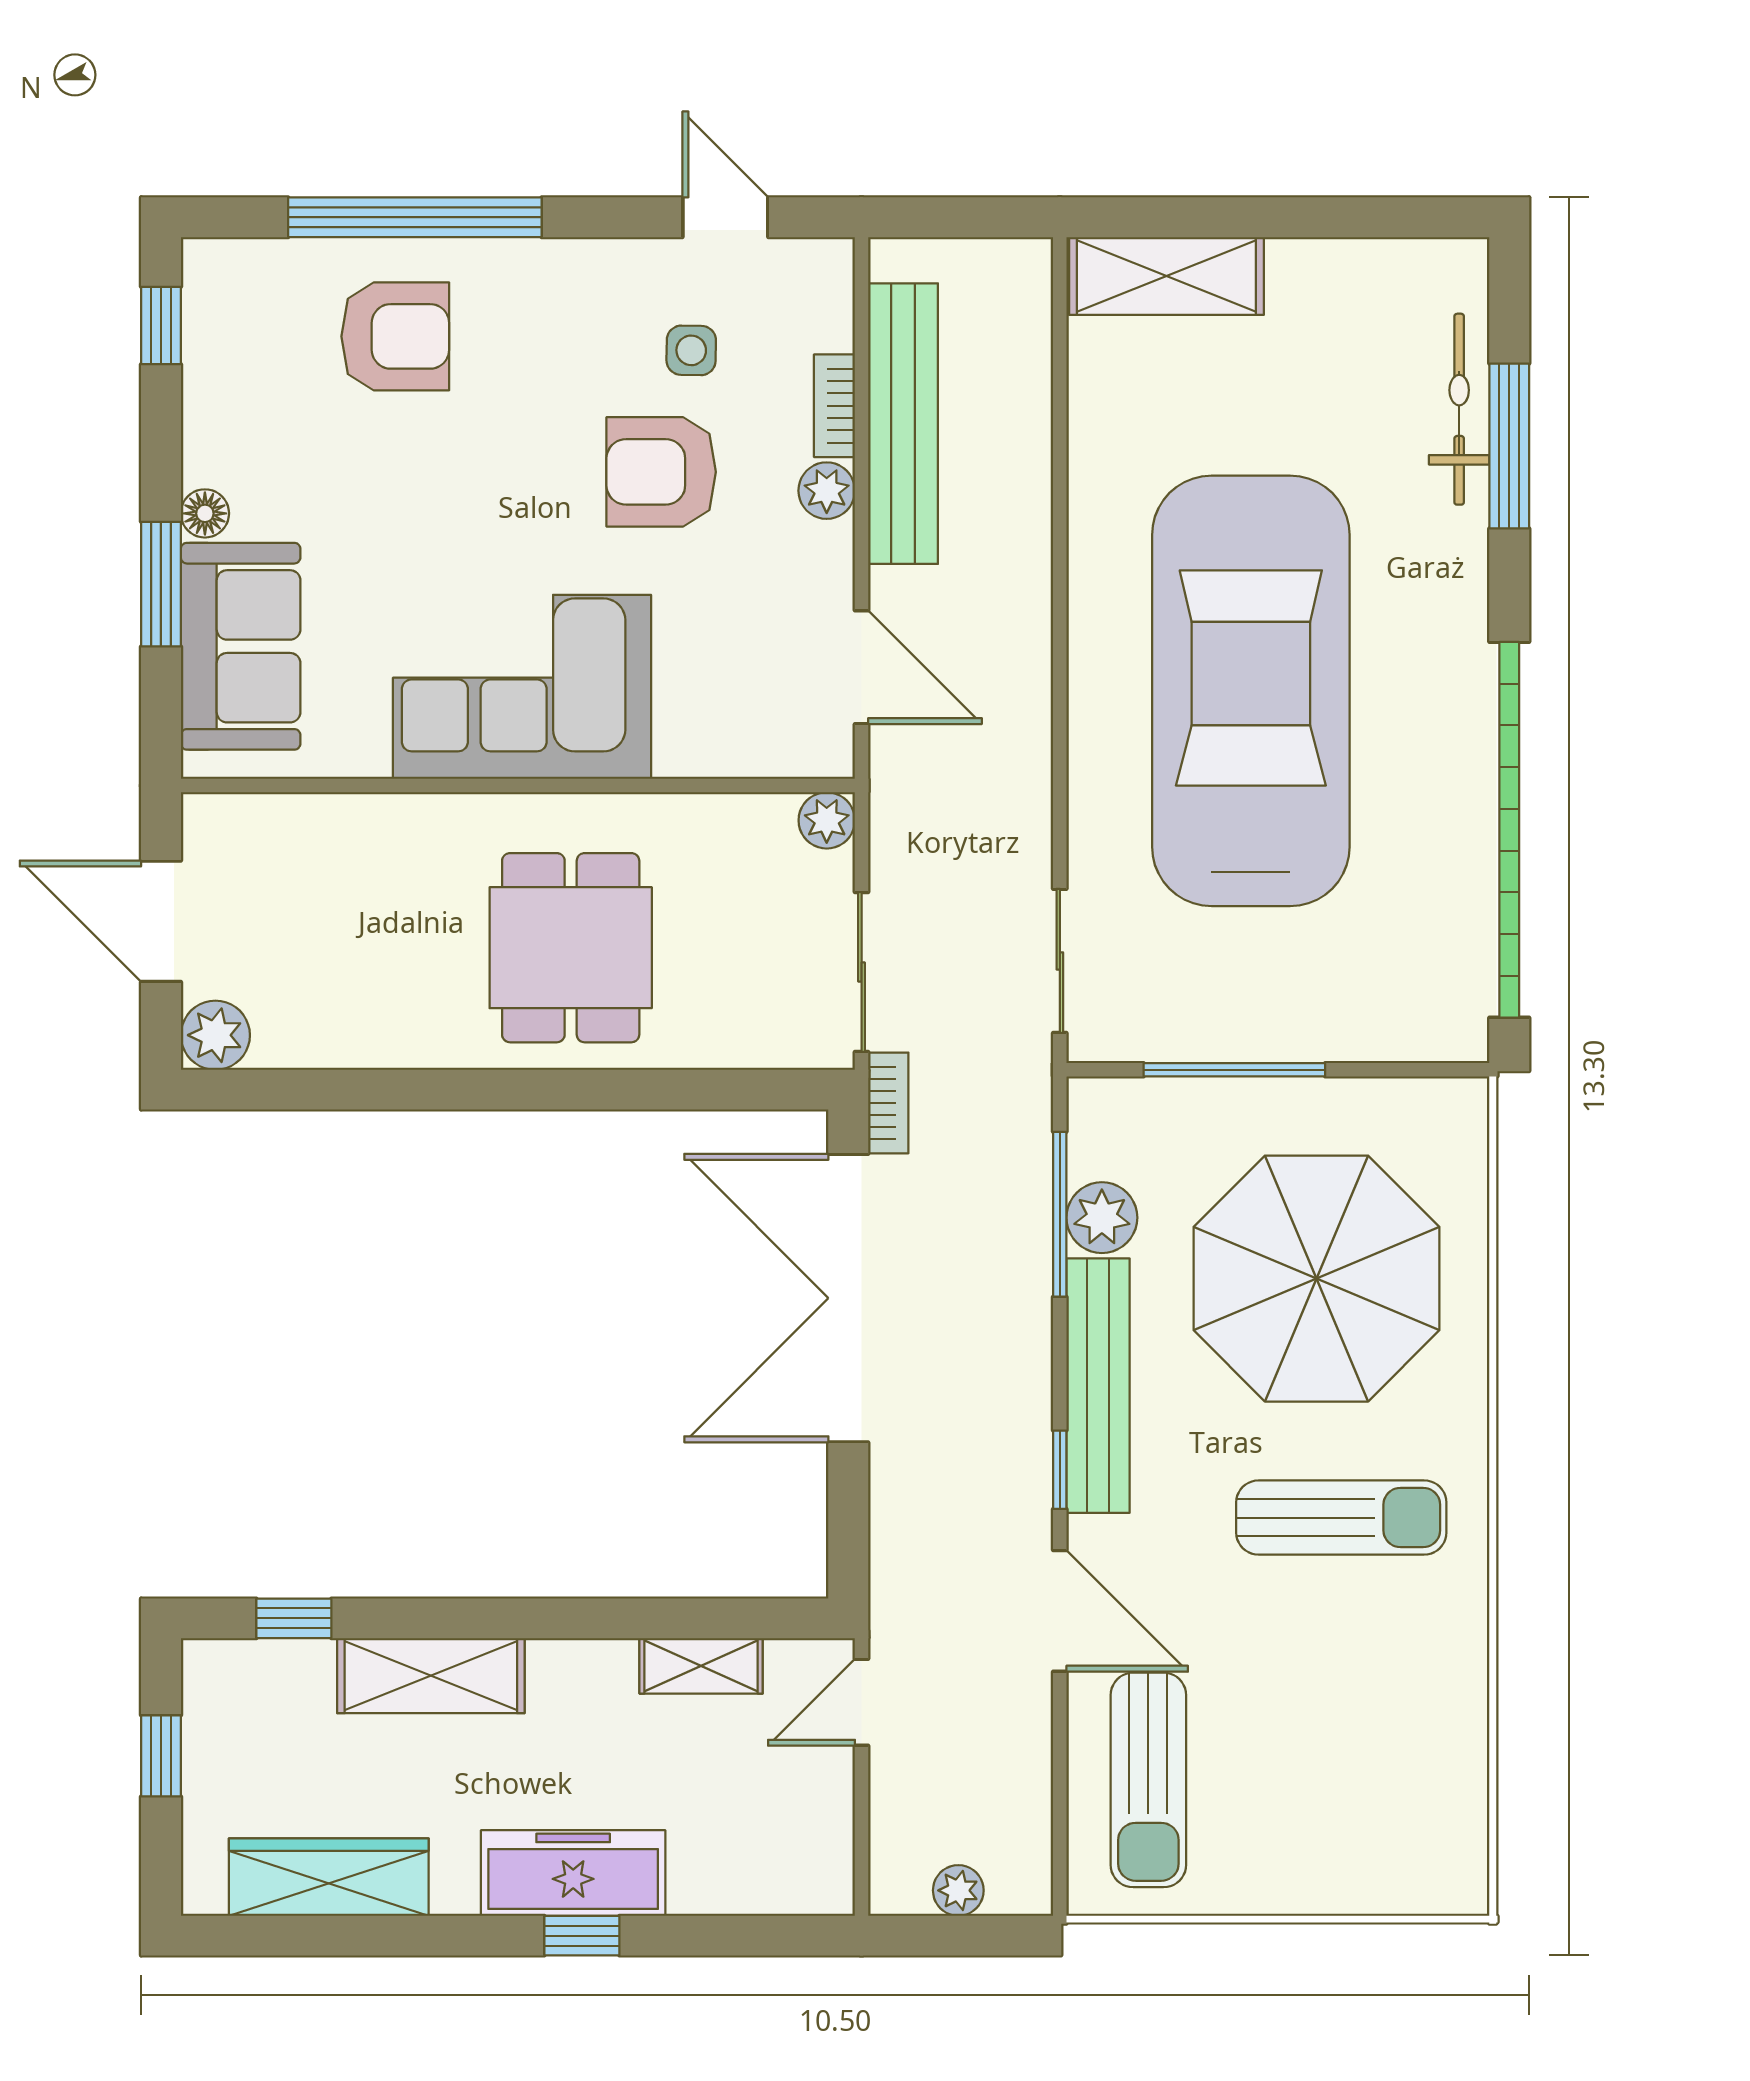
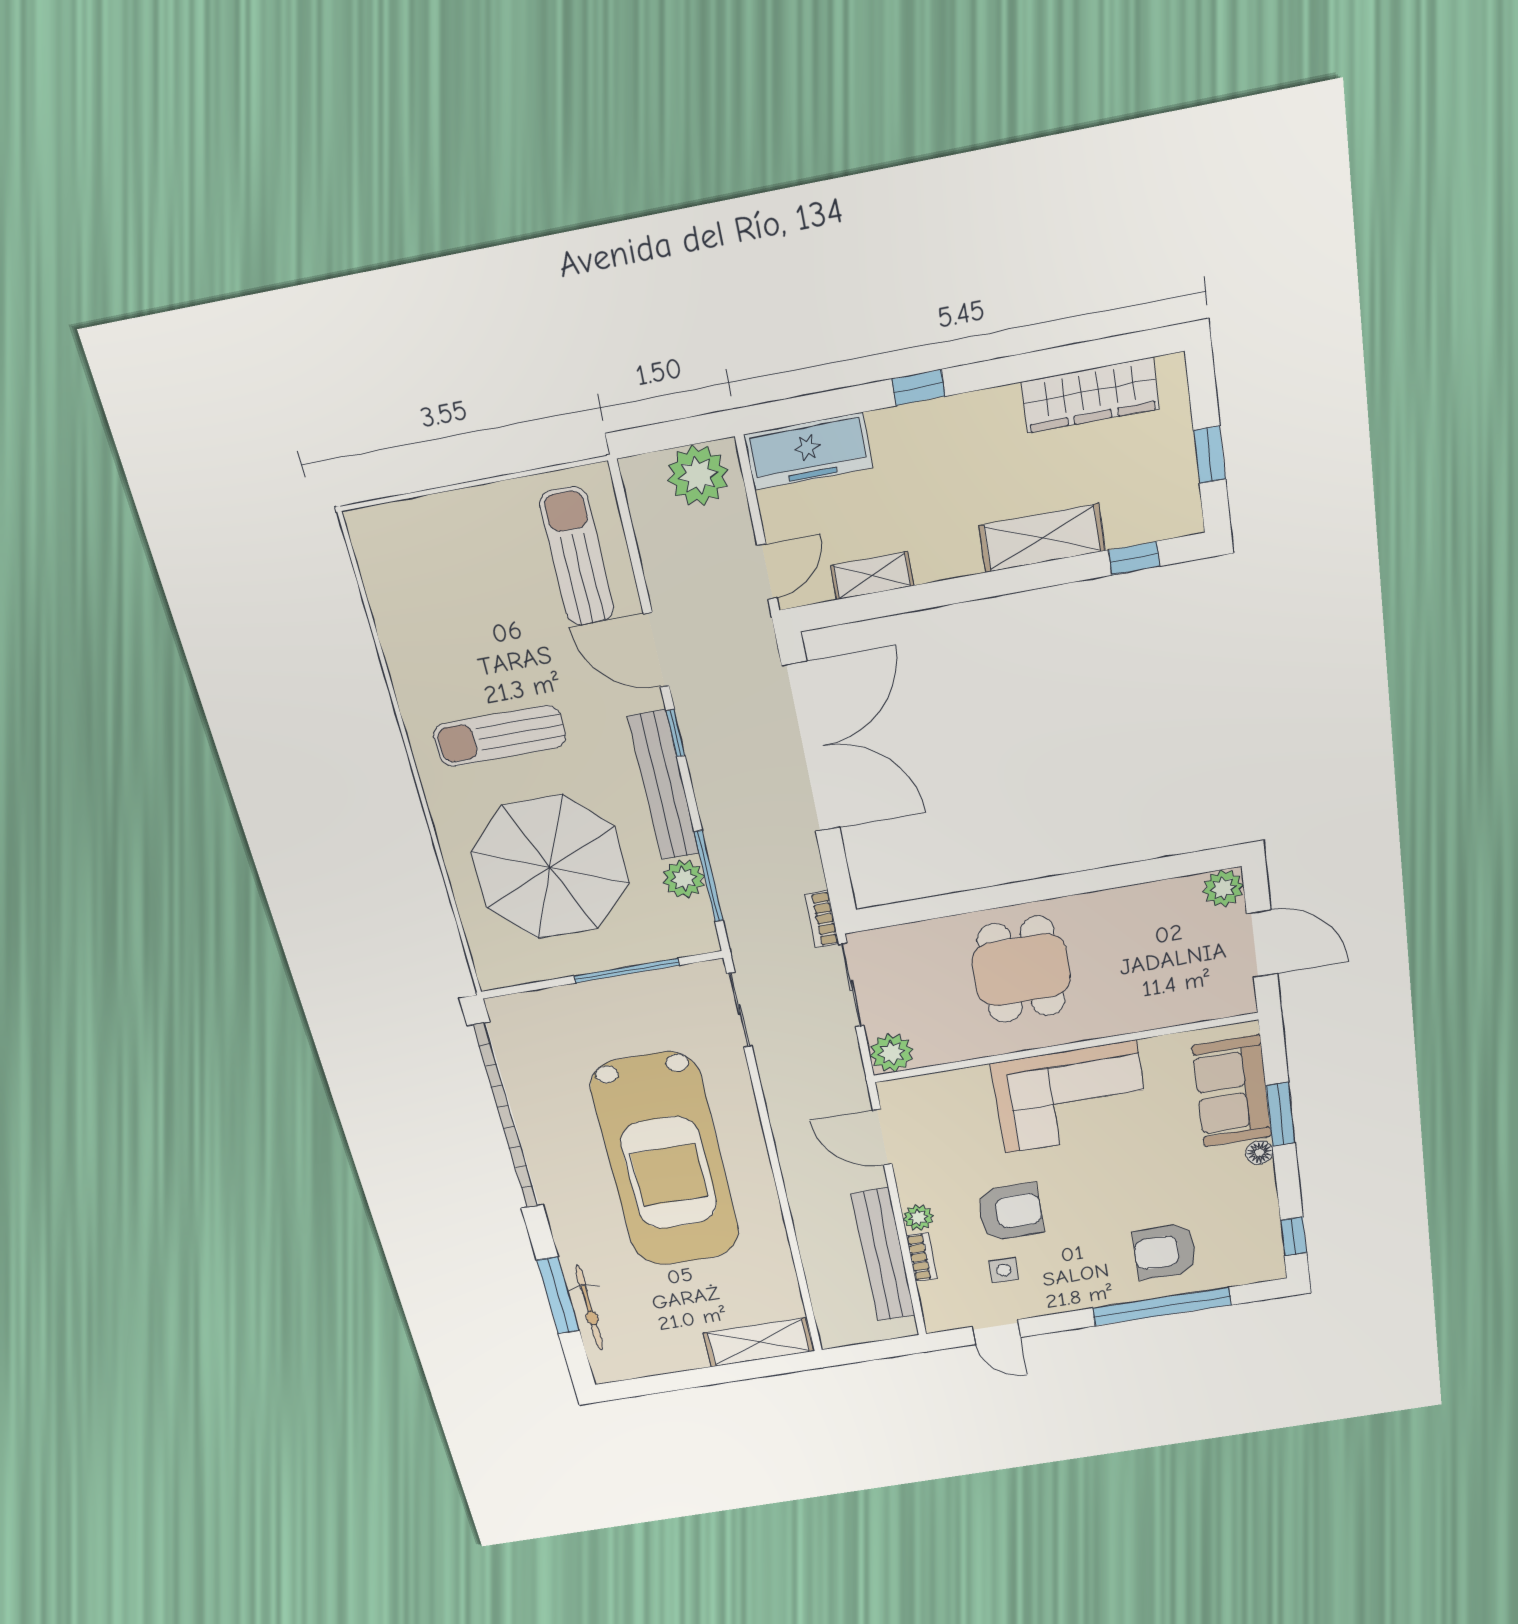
plant: (827, 820) -> (892, 1053), width x1.38, depth x1.38
double door: (848, 1298) -> (811, 748), moved
freezer: (573, 1873) -> (808, 451), moved
plant: (958, 1890) -> (698, 475), width x1.87, depth x1.87

